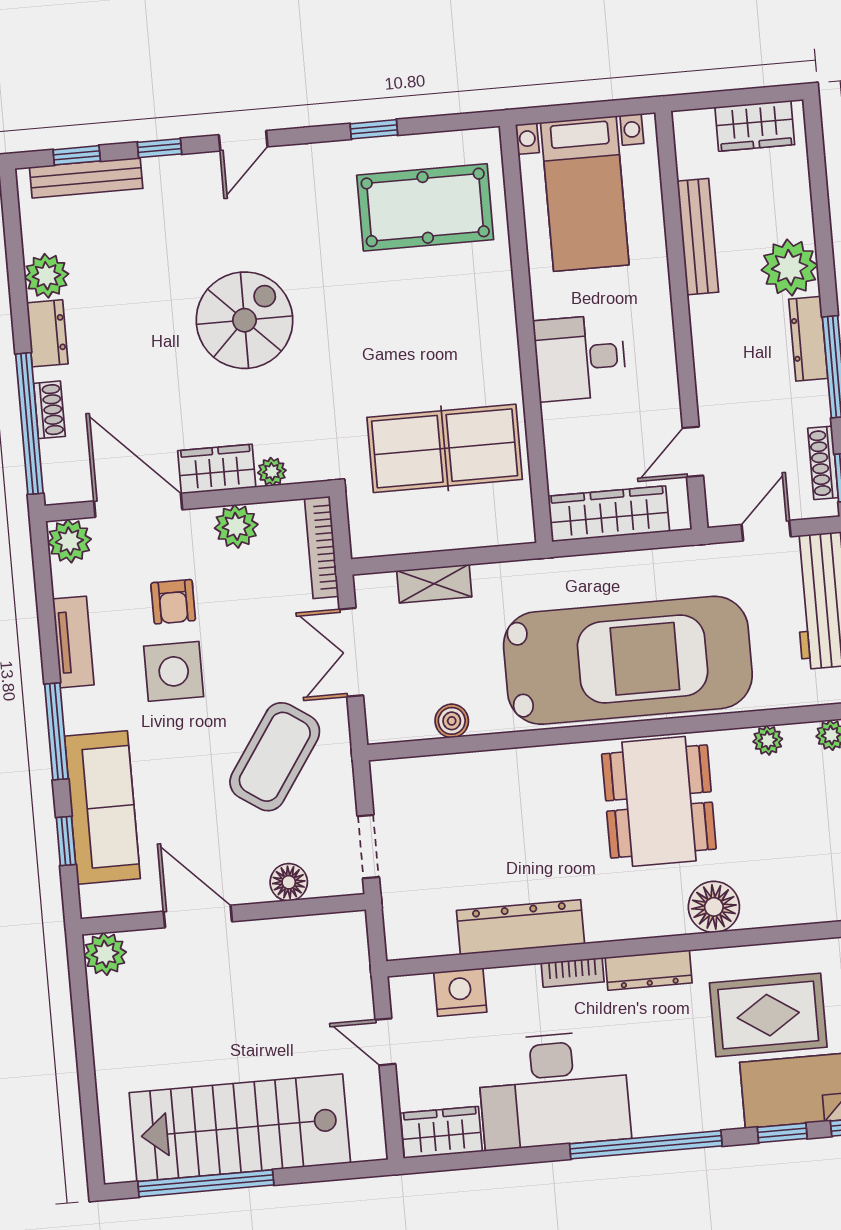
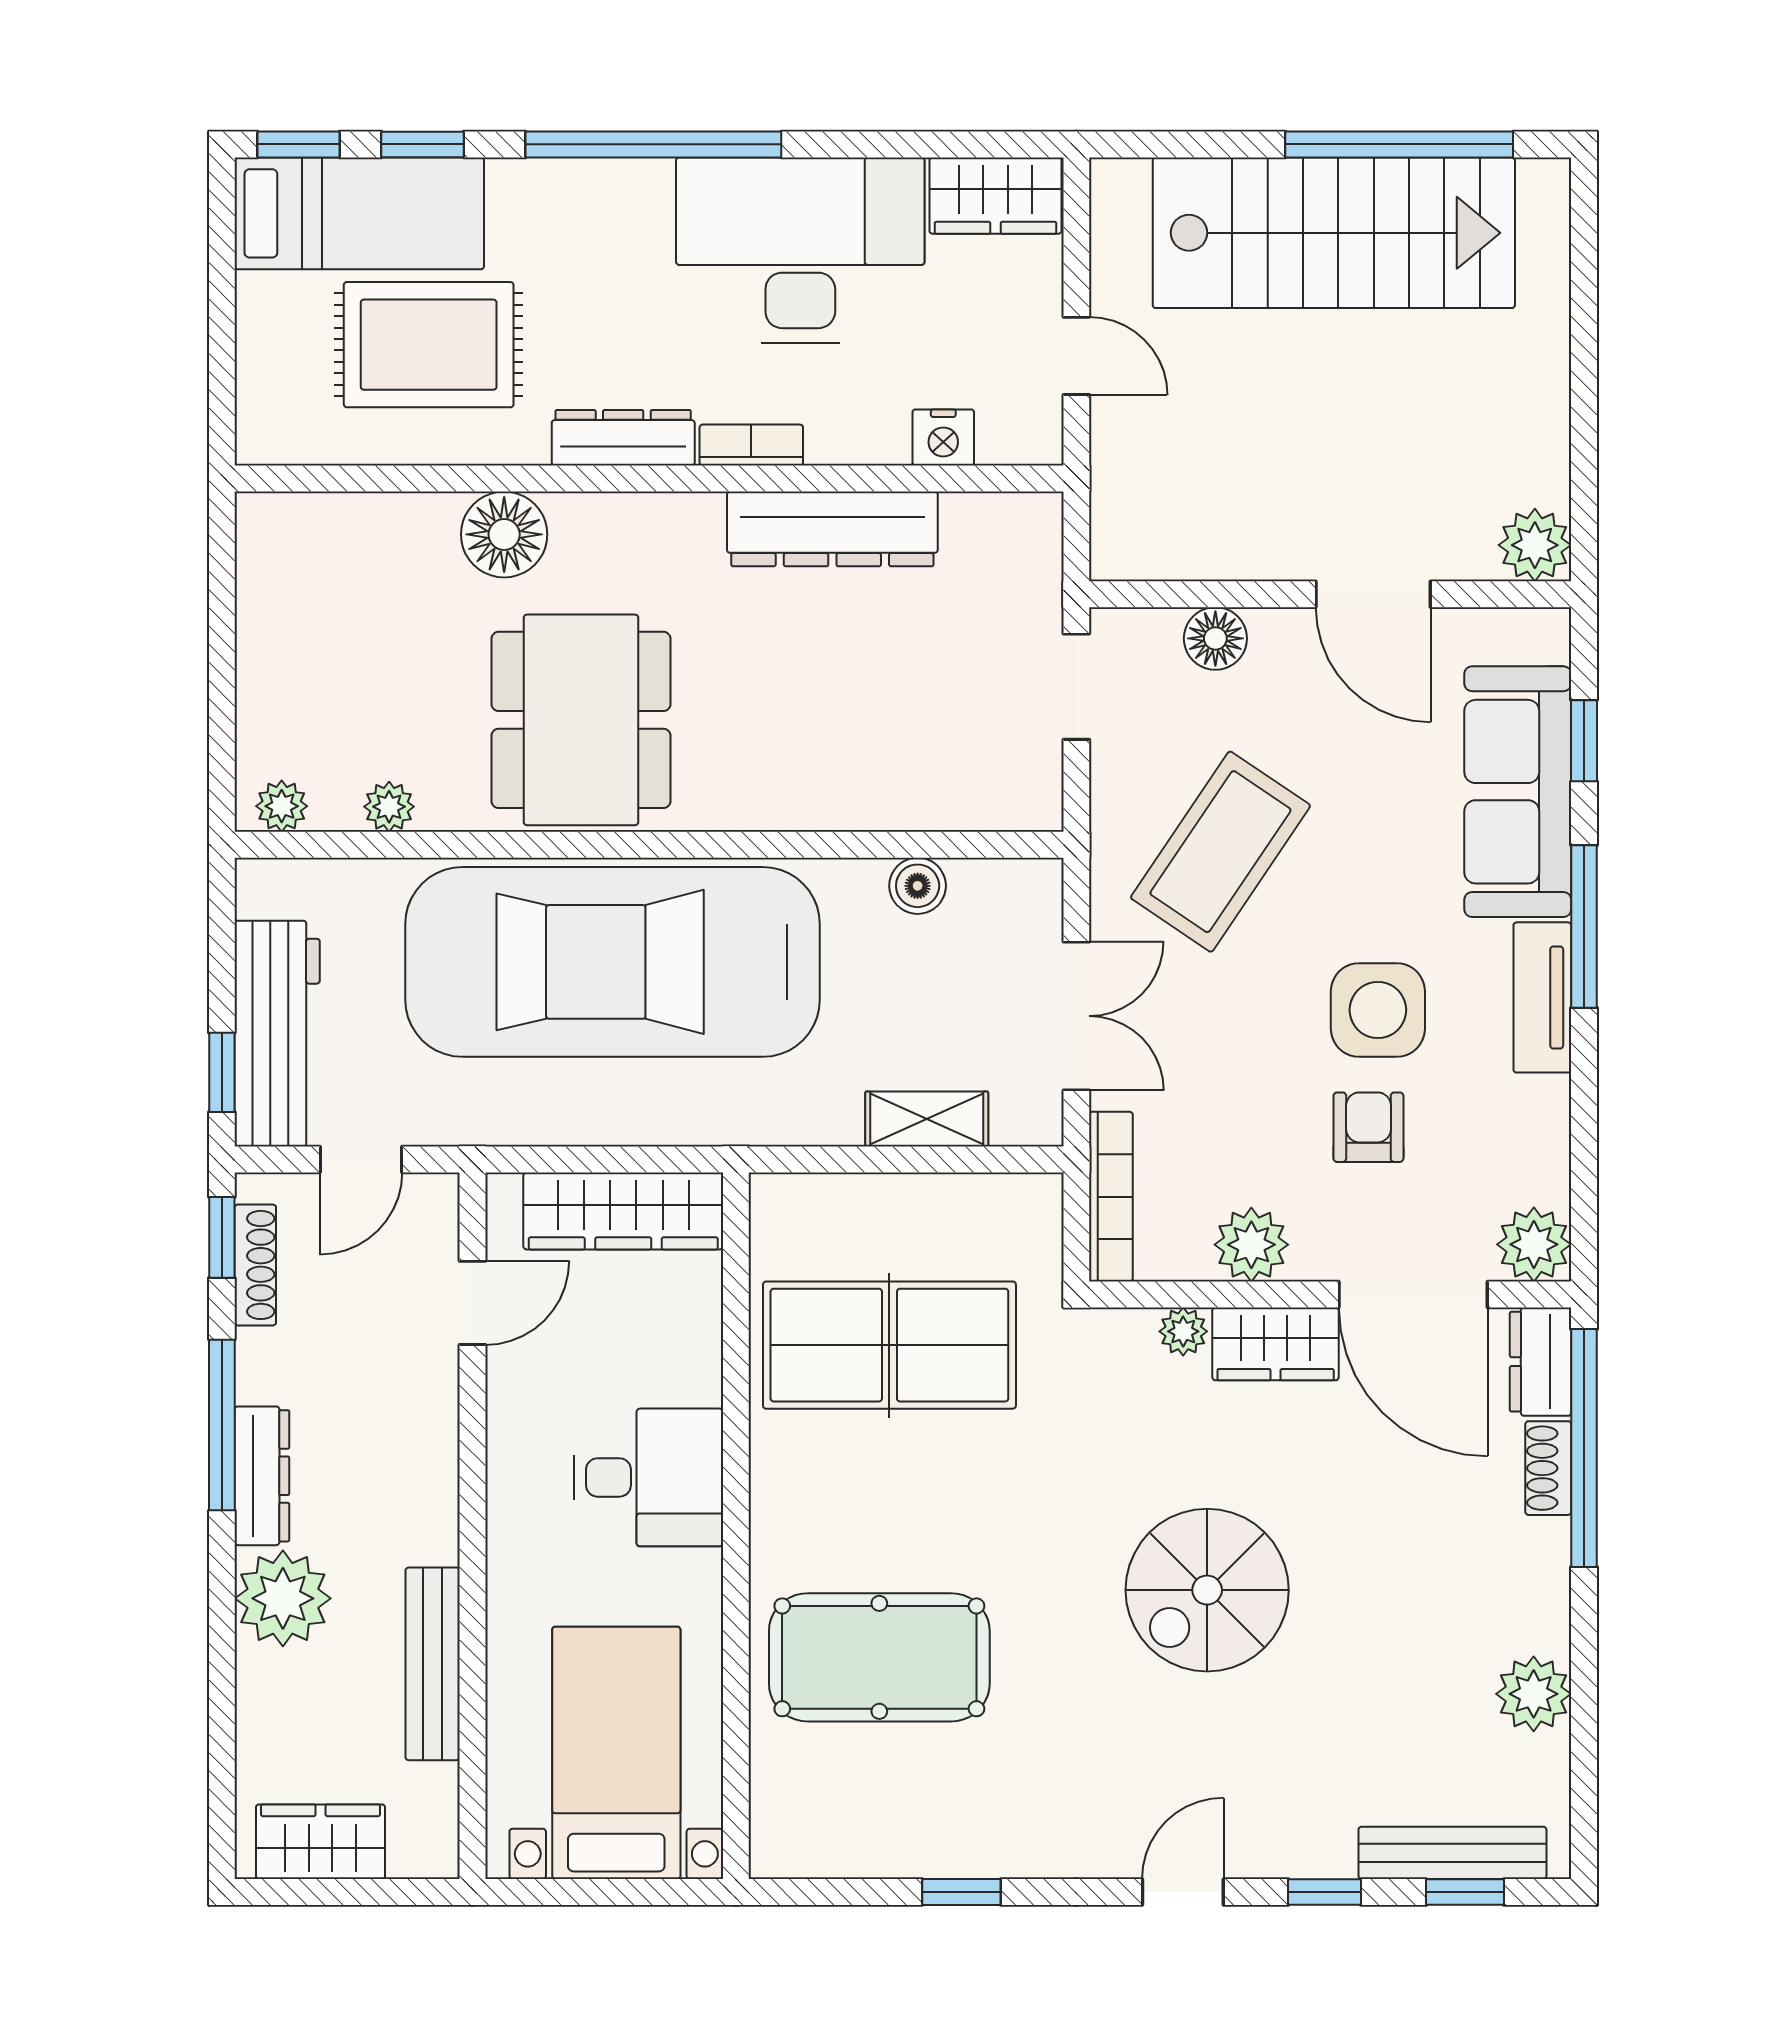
pool table: (425, 207) -> (879, 1657), moved
dresser: (47, 333) -> (1541, 1362), moved
tv unit: (73, 642) -> (1542, 997), moved
nightstand: (460, 992) -> (943, 437), width x0.74, depth x0.75

